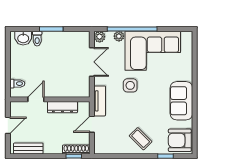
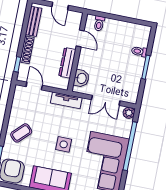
plant: (119, 36) -> (126, 132), removed
washbasin: (23, 38) -> (81, 78), moved, turned 180
side table: (130, 85) -> (64, 144), moved
door: (92, 124) -> (34, 86), moved
shoe rack: (76, 149) -> (27, 50), moved

